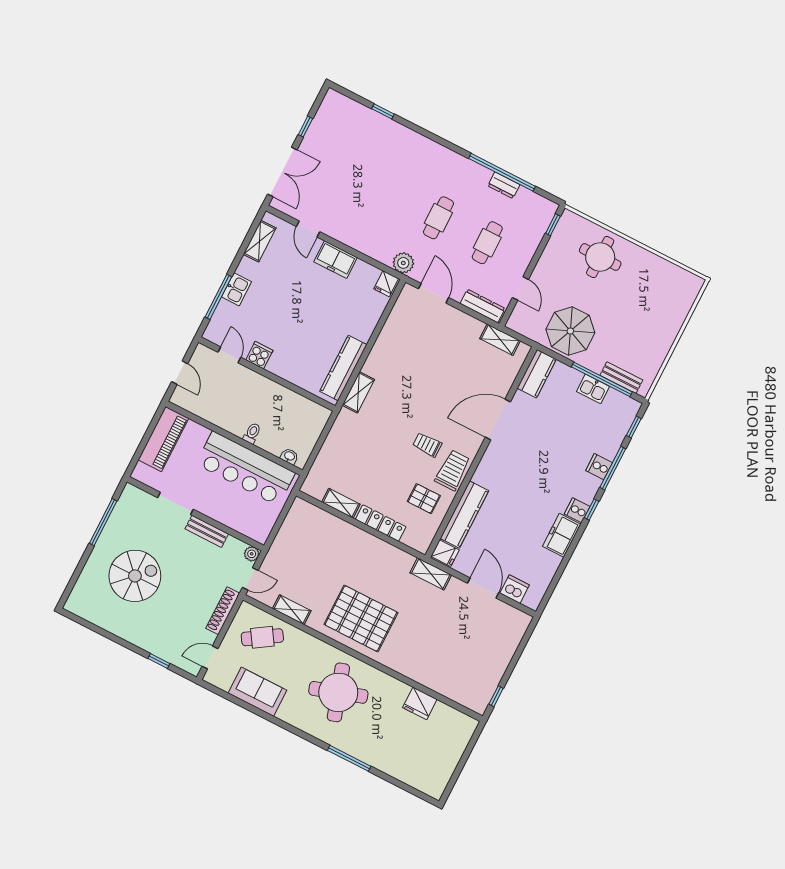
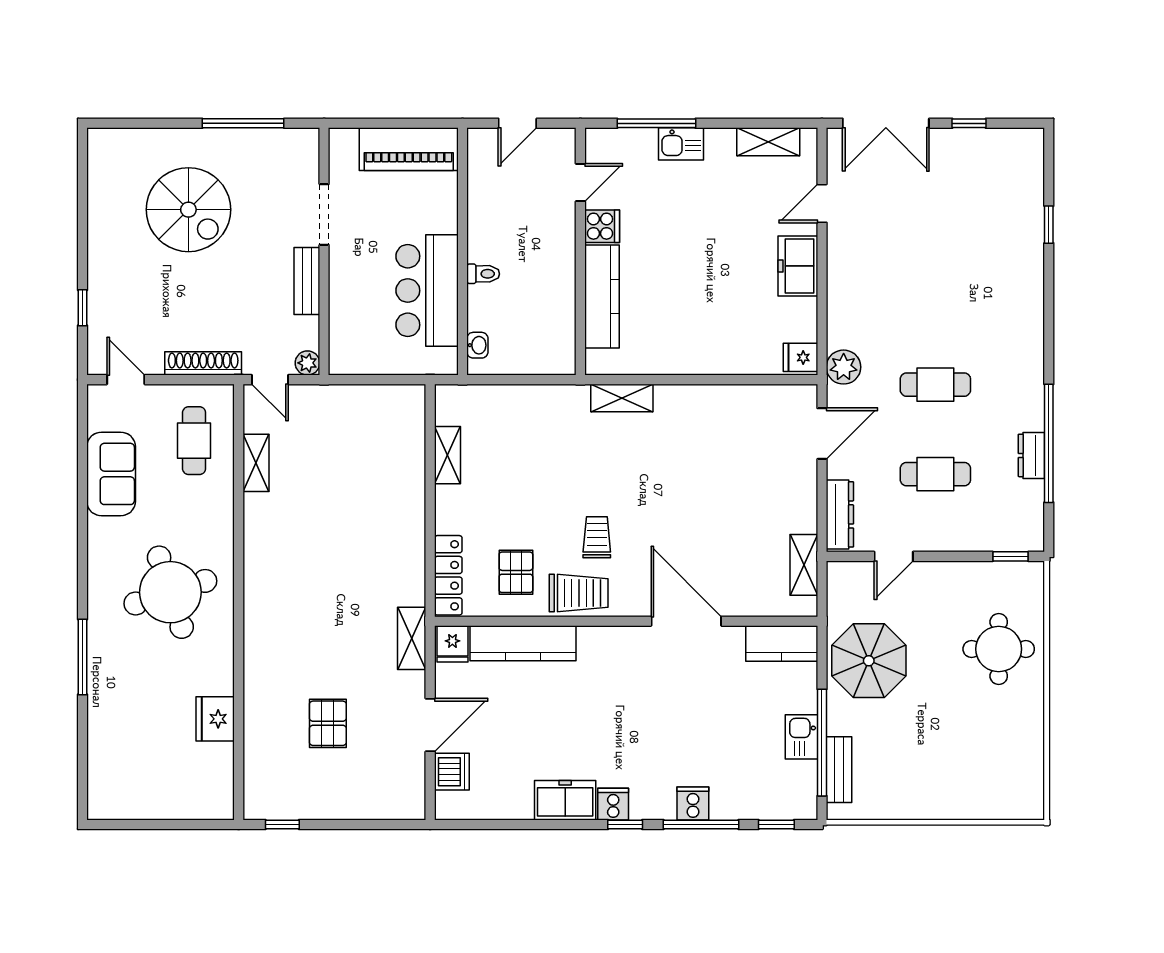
kitchen counter: (343, 368) -> (602, 296), moved, turned 90
bar counter: (246, 468) -> (427, 291), width x0.73
locker: (381, 523) -> (448, 575), moved
pallet: (361, 618) -> (328, 723), moved, width x0.49, depth x0.50
cafe table: (262, 637) -> (194, 441), turned 33

